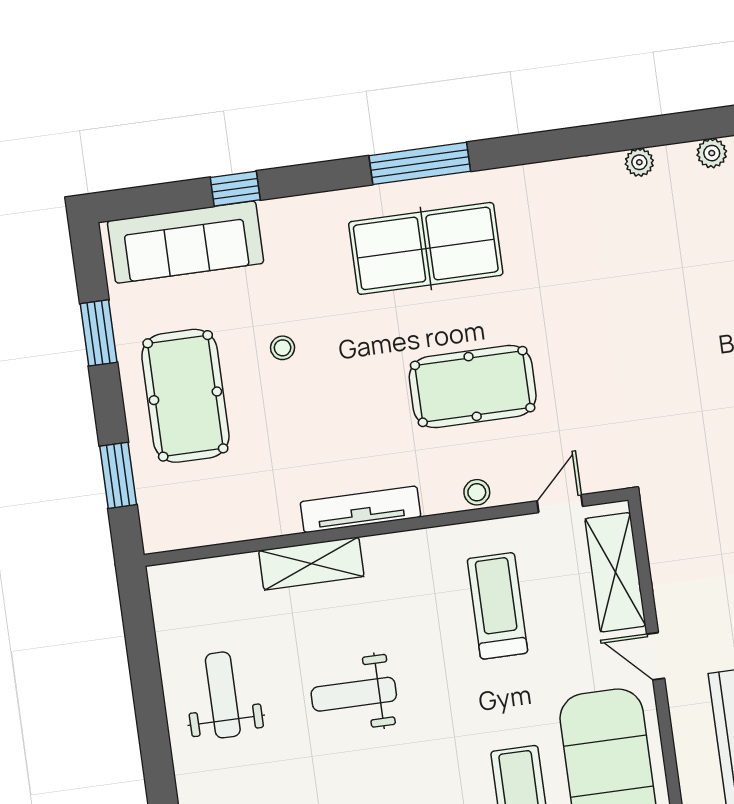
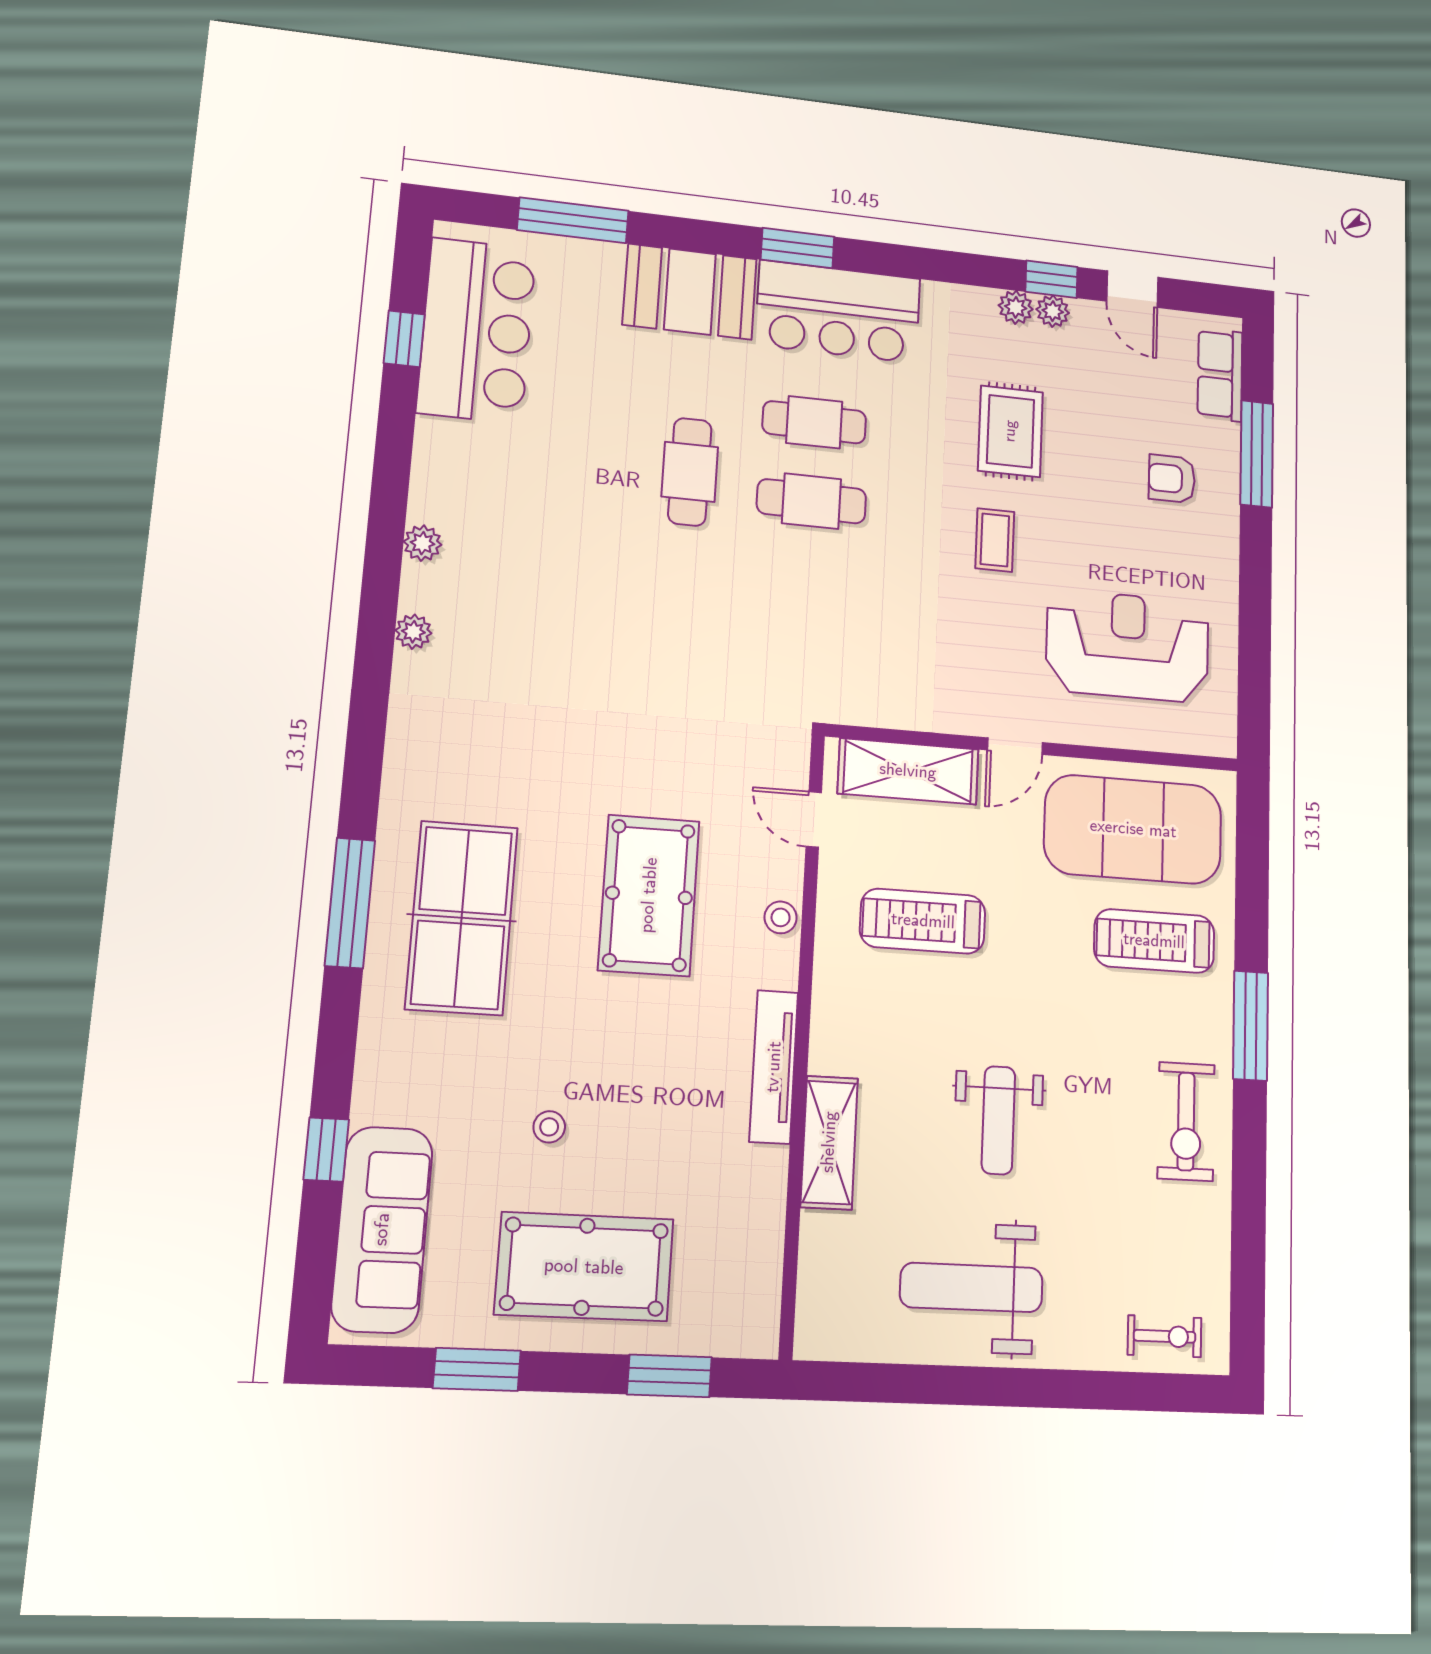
weight bench: (223, 695) -> (971, 1287), width x1.36, depth x1.33

